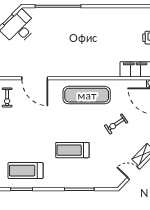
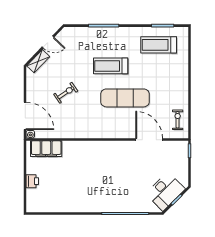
exercise mat: (87, 95) -> (125, 98), moved
treadmill: (72, 150) -> (111, 66), turned 180
treadmill: (26, 171) -> (159, 45), turned 180

